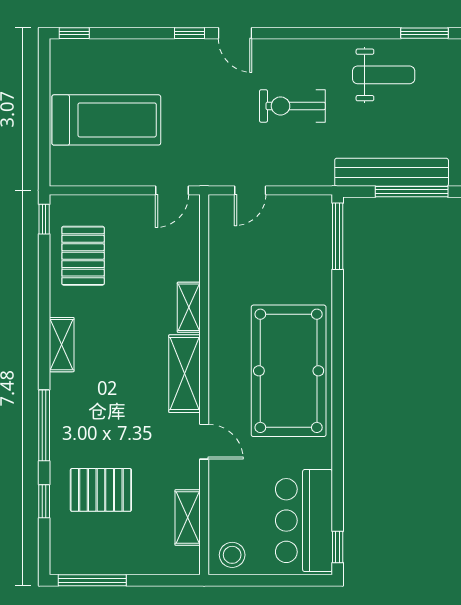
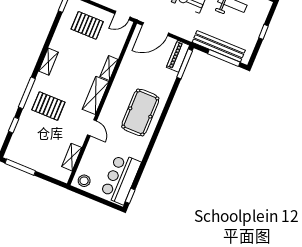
door: (250, 190) -> (155, 29), width x1.88
piano: (318, 226) -> (178, 56), added
pallet: (83, 256) -> (87, 25), moved, turned 90
pool table: (289, 371) -> (140, 112), width x0.73, depth x0.76
pallet: (101, 490) -> (48, 106), moved

